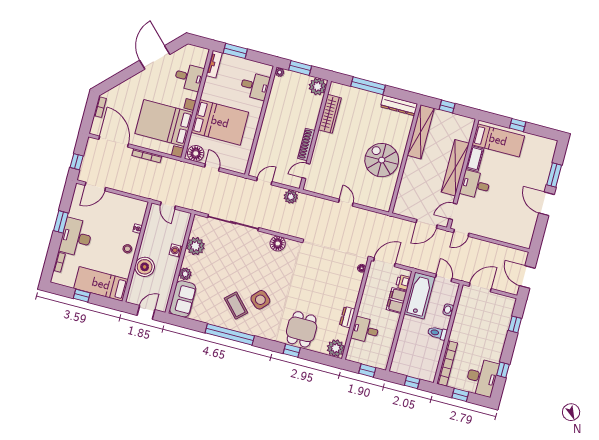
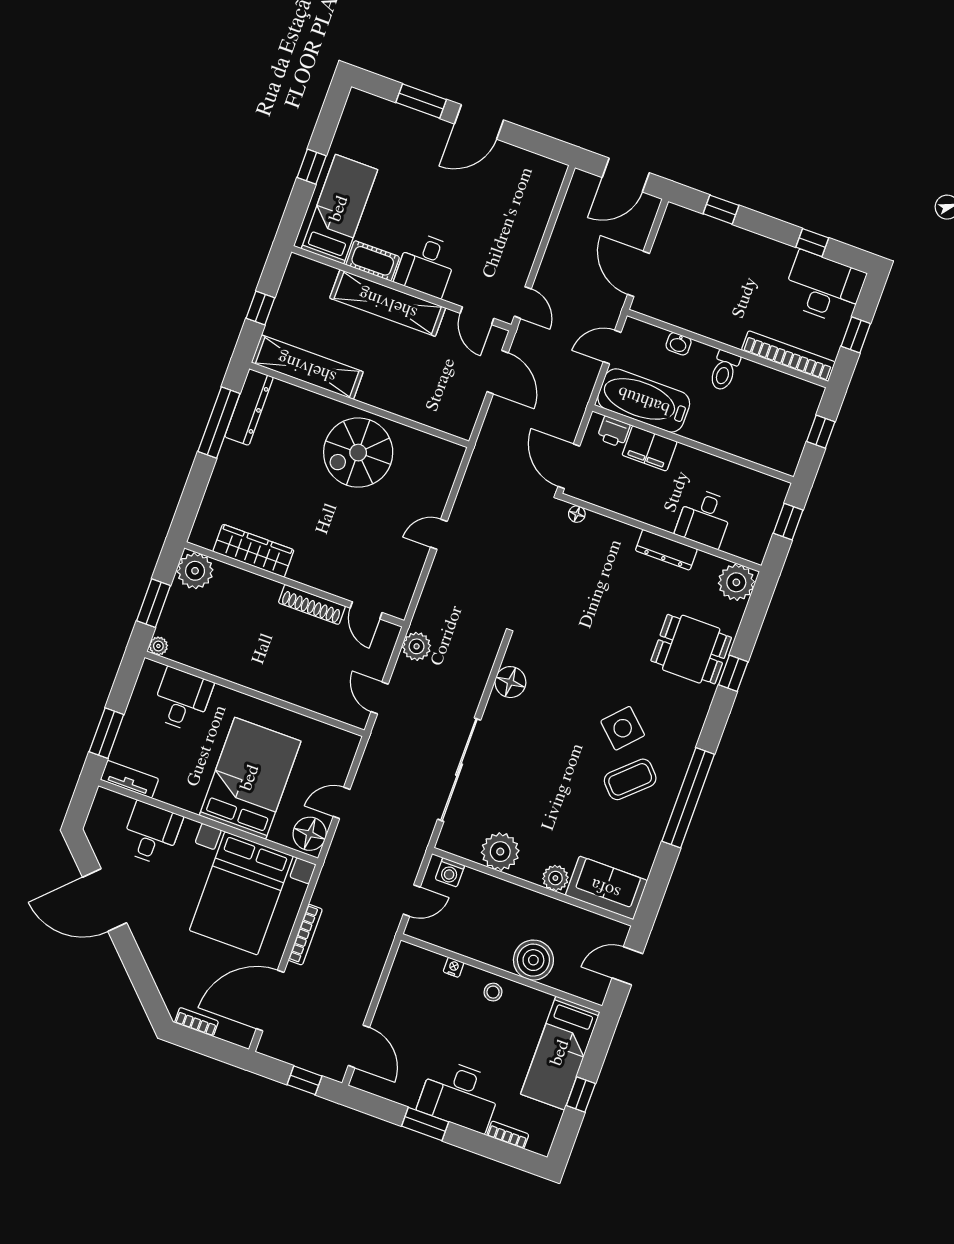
window: (368, 86) -> (219, 422), moved
washing machine: (176, 251) -> (450, 872), moved
door: (146, 312) -> (627, 966), hinge flipped
dresser: (347, 317) -> (666, 550), width x1.44

